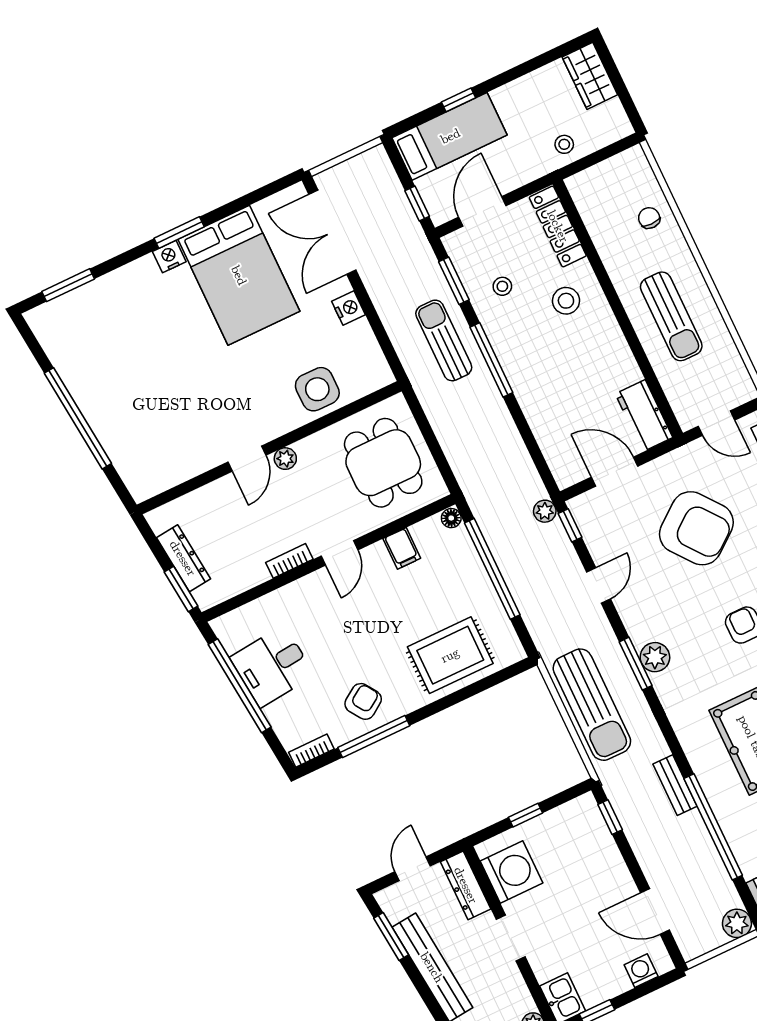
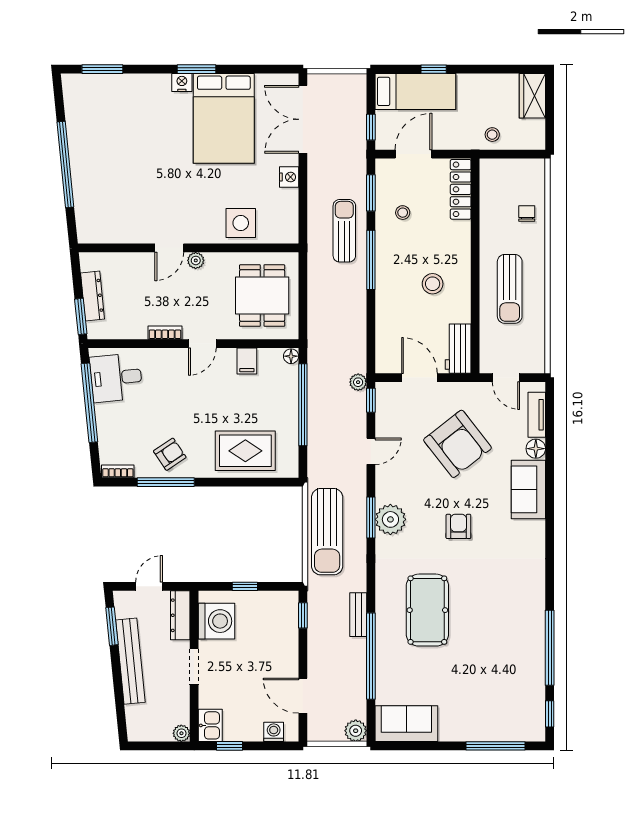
stool: (566, 301) -> (433, 284), moved
plant: (655, 657) -> (390, 519), width x1.36, depth x1.36
desk: (272, 666) -> (116, 378), moved

